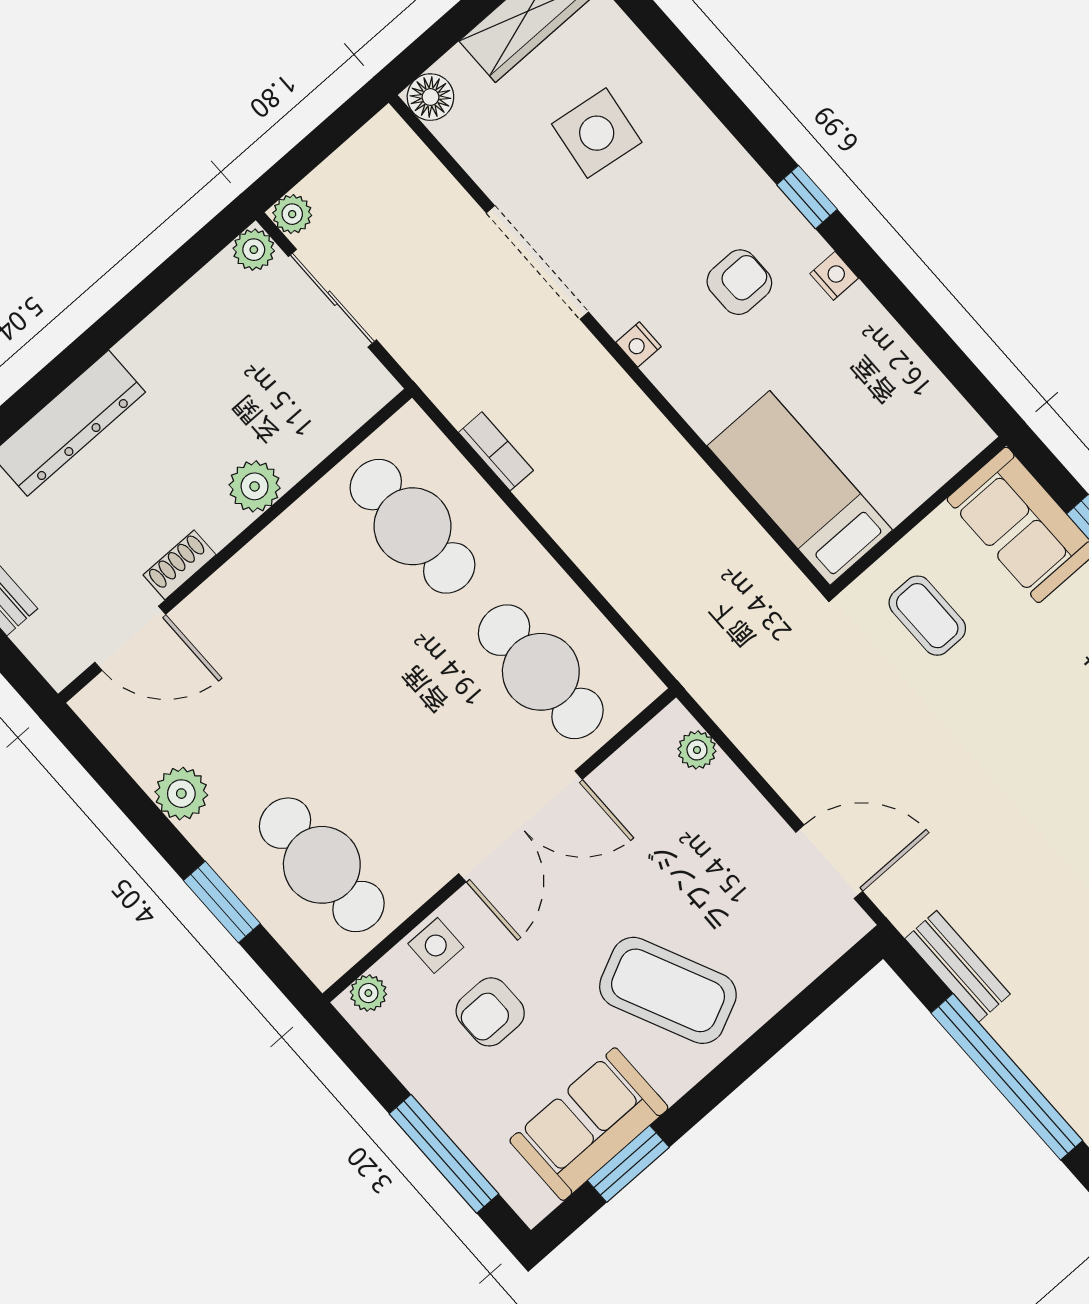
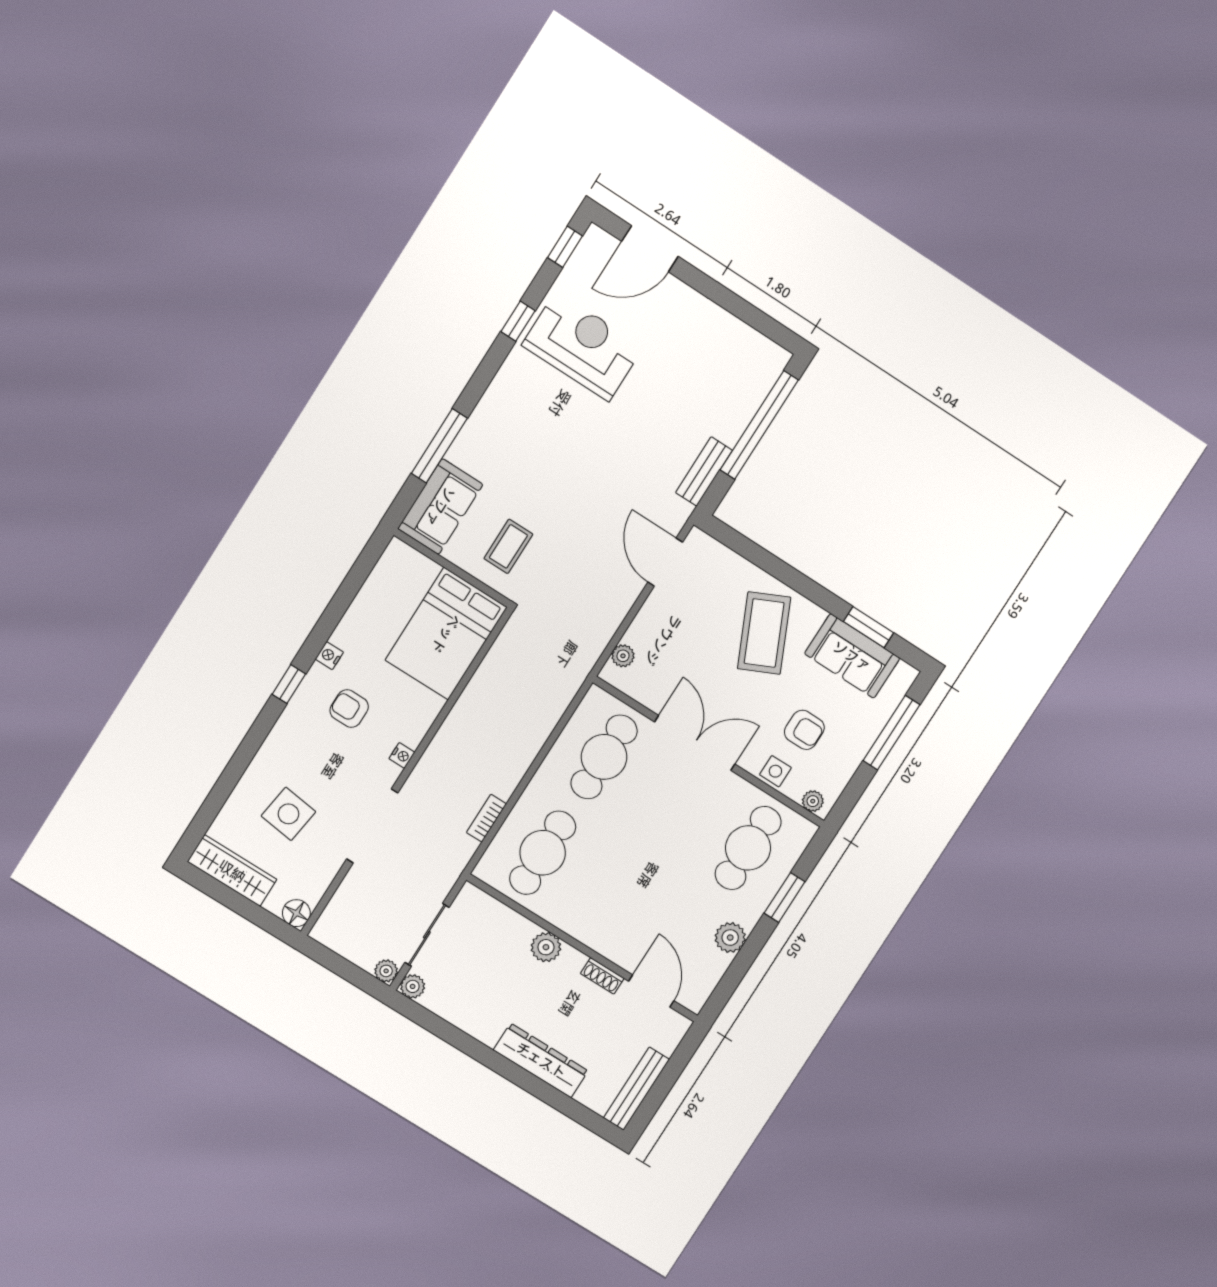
bed: (800, 488) -> (446, 634), width x1.50

